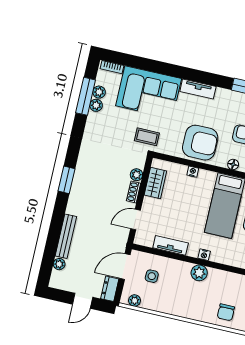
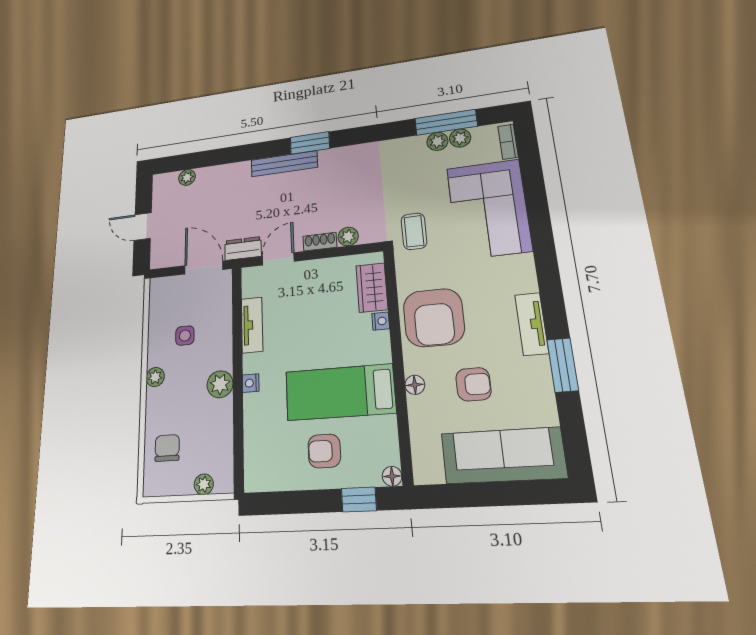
tv unit: (198, 89) -> (532, 324), moved
wardrobe: (155, 183) -> (372, 288), moved, turned 90
door: (135, 220) -> (278, 259), hinge flipped
bench: (66, 236) -> (284, 164), moved
side table: (152, 276) -> (185, 336), moved
dresser: (110, 289) -> (243, 248), moved
plant: (135, 300) -> (155, 377), moved
chair: (226, 312) -> (167, 448), turned 90

